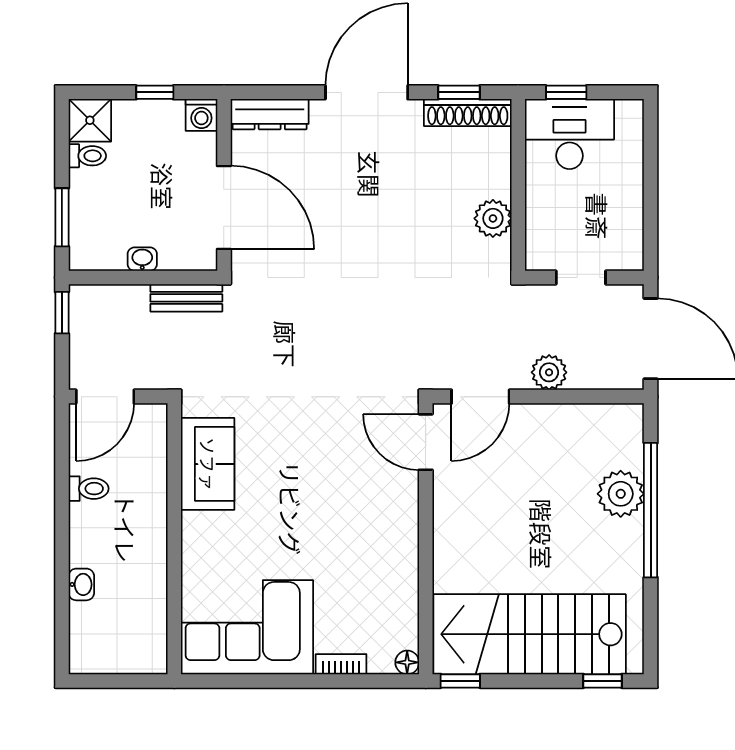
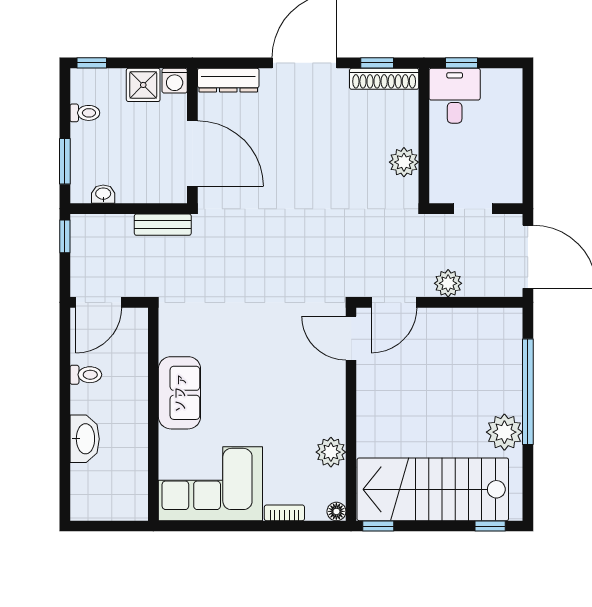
window: (155, 92) -> (92, 63), moved
shower: (90, 120) -> (143, 85), moved
desk: (570, 134) -> (455, 96), width x0.73
washbasin: (142, 259) -> (103, 194), moved
sofa: (208, 464) -> (179, 393), moved
plant: (621, 494) -> (504, 432), moved
washbasin: (81, 584) -> (85, 439), width x1.91, depth x1.45
plant: (400, 587) -> (331, 452), added

